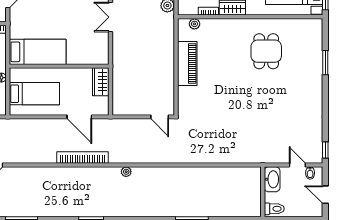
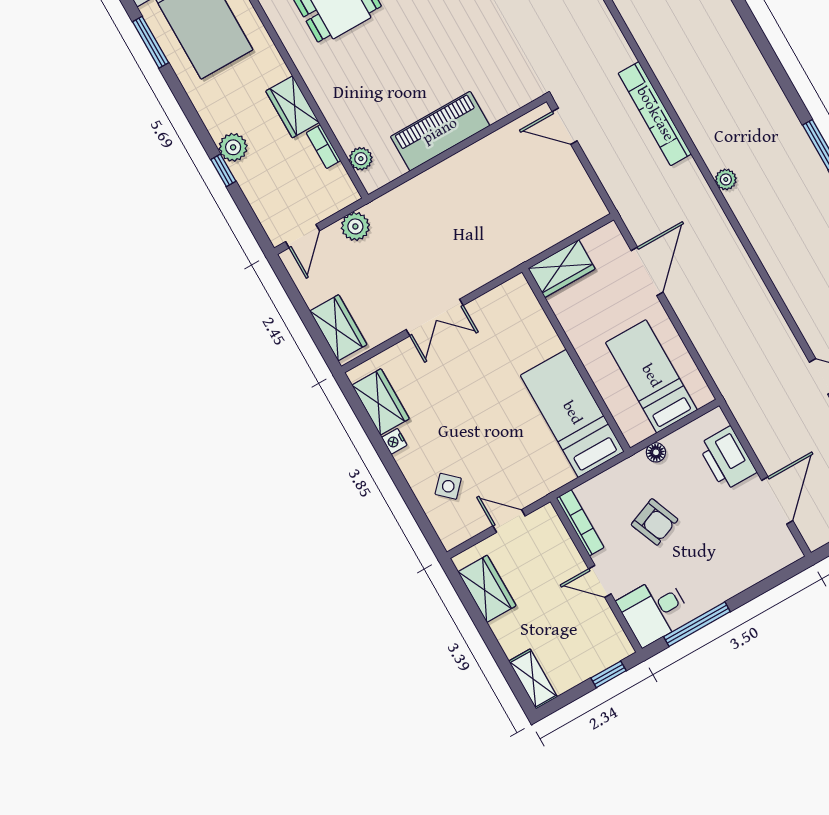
door: (160, 117) -> (565, 126), swing flipped
bookcase: (82, 158) -> (655, 114), moved
plant: (126, 172) -> (726, 179), moved

